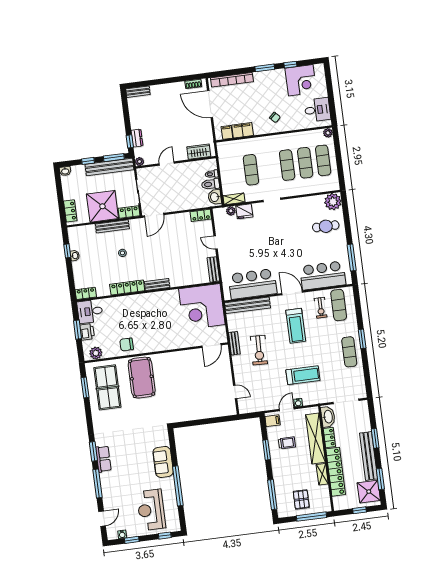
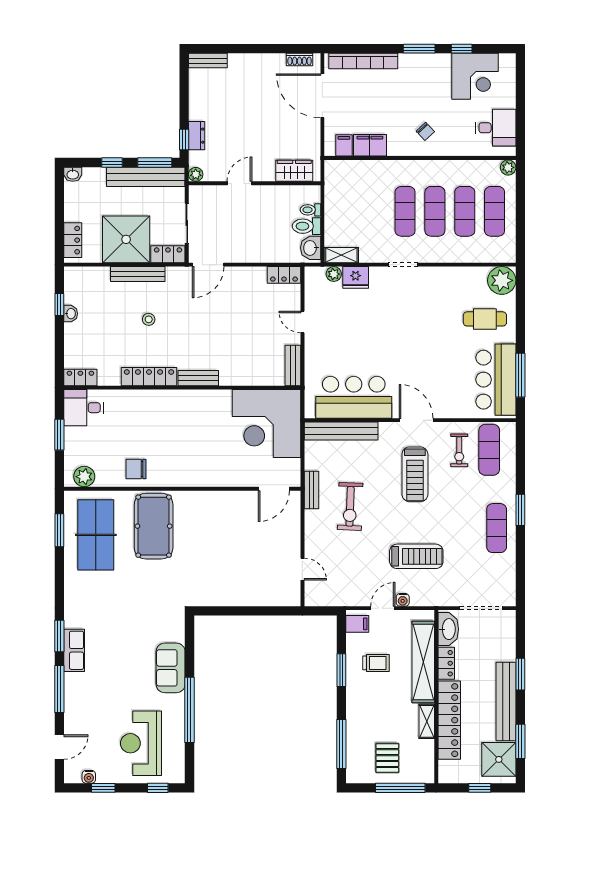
exercise mat: (251, 170) -> (405, 211), moved
bar counter: (323, 275) -> (496, 380), moved, turned -90
printer: (87, 332) -> (74, 440), removed

